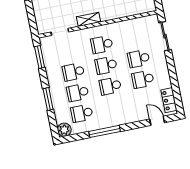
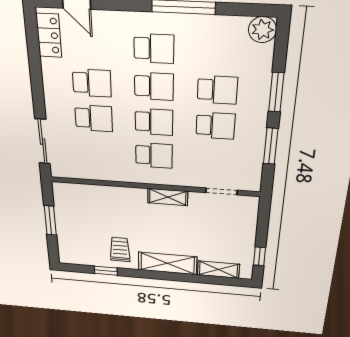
window: (40, 57) -> (271, 146), moved
school desk: (82, 113) -> (154, 49), moved

